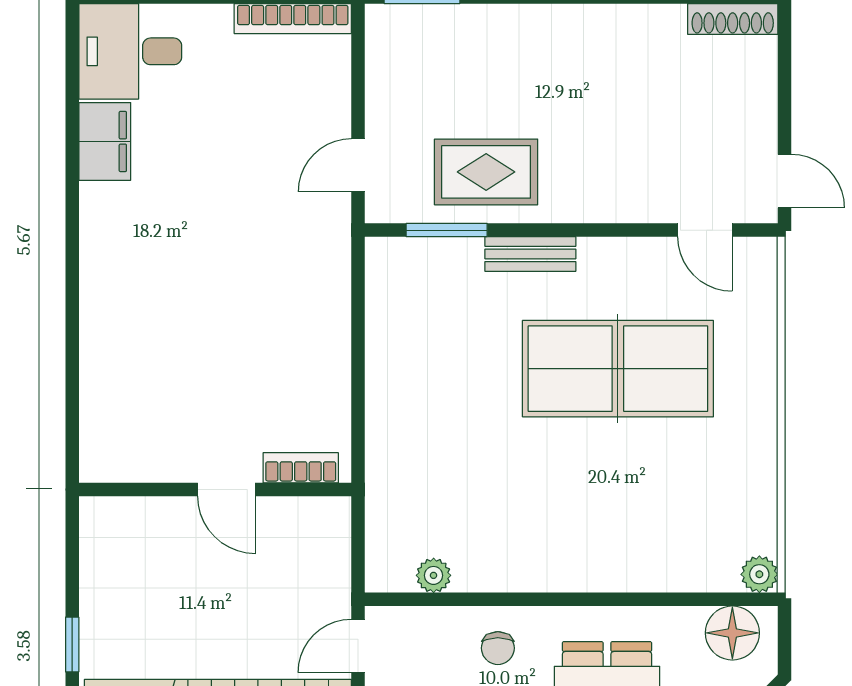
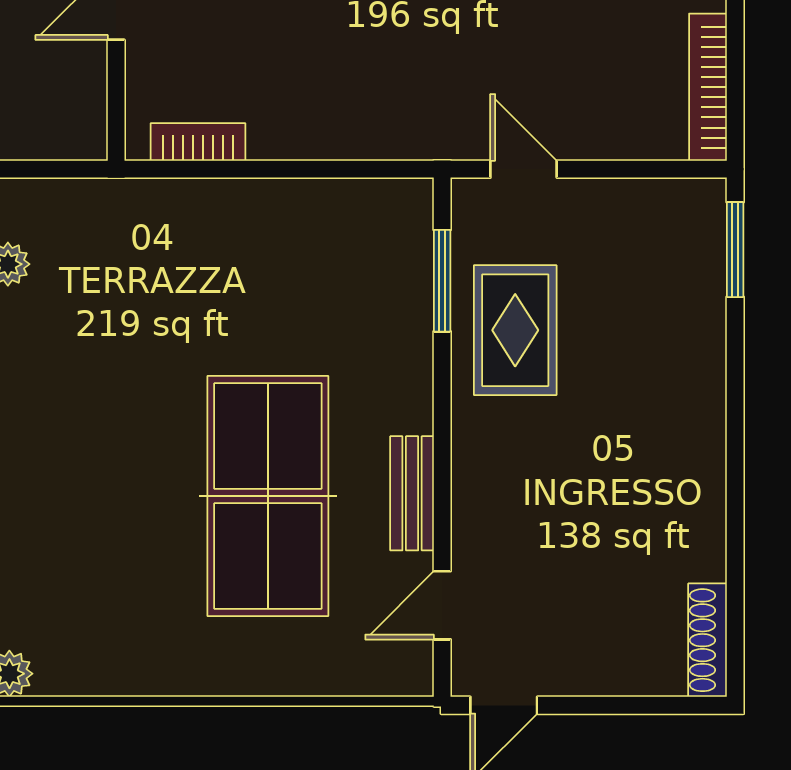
bench: (530, 254) -> (412, 493), moved
bookcase: (301, 468) -> (198, 142), moved, turned -90

